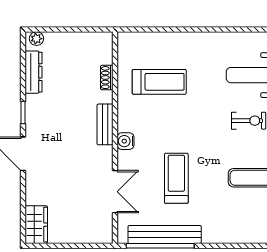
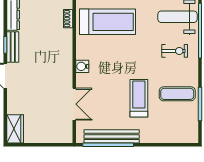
treadmill: (159, 82) -> (107, 22), width x1.37, depth x1.38
bench: (105, 124) -> (13, 47), moved
treadmill: (176, 178) -> (139, 98), moved

